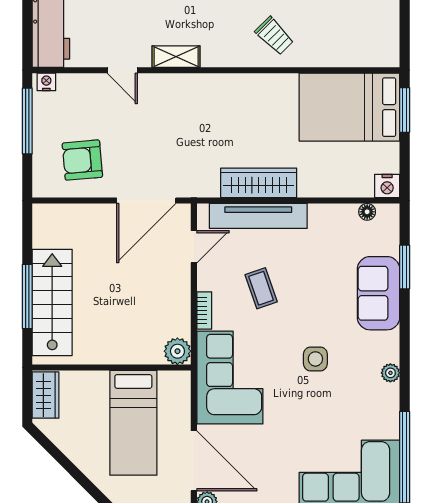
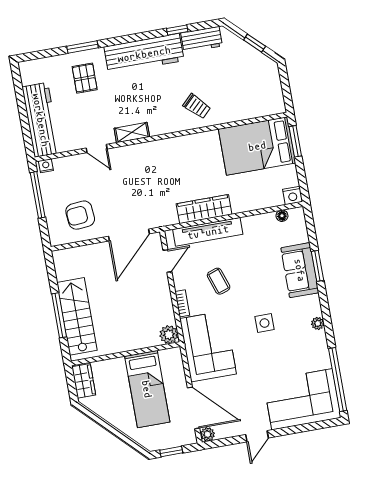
window: (405, 267) -> (317, 266), moved

